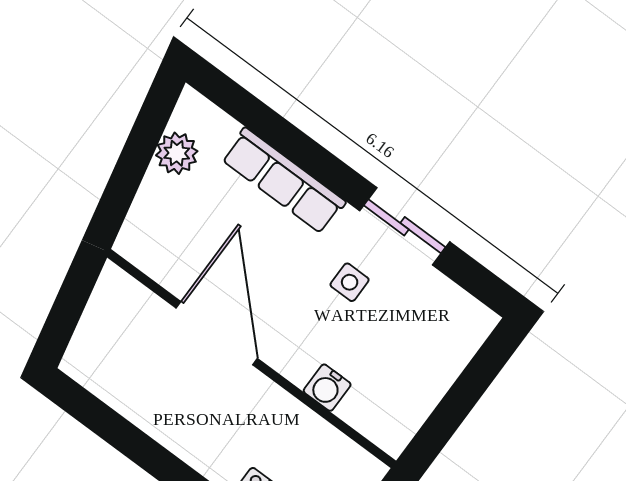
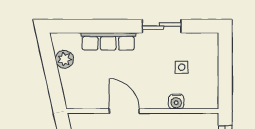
side table: (350, 282) -> (182, 67), moved
door: (217, 333) -> (124, 111), width x0.73

